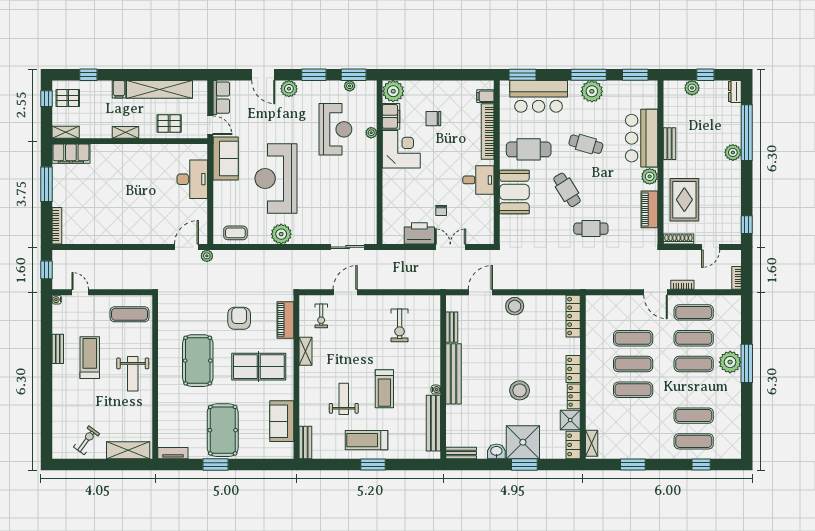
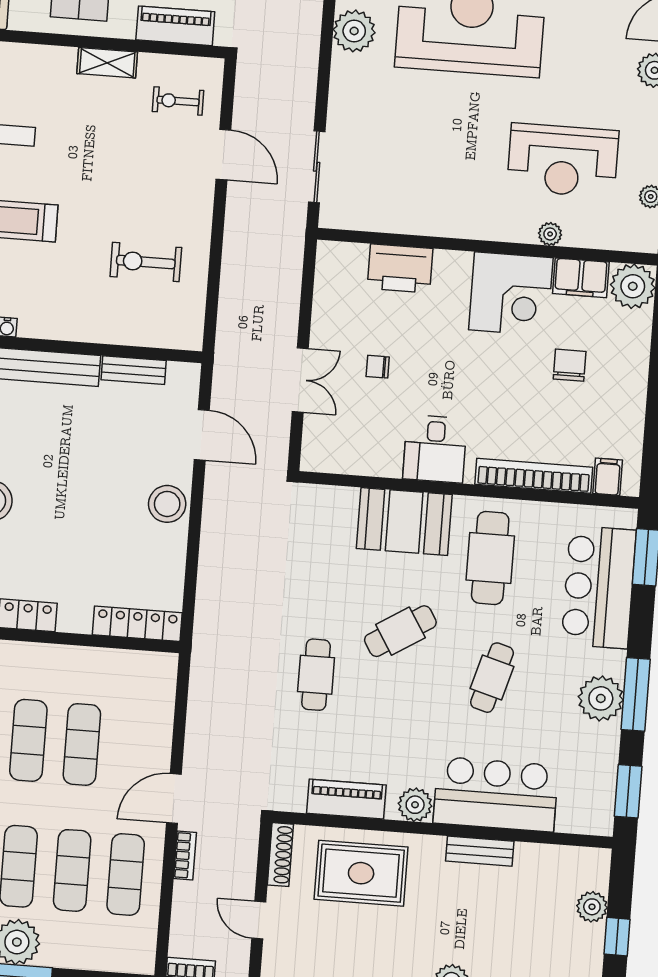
printer: (419, 233) -> (400, 268), moved, turned 90

